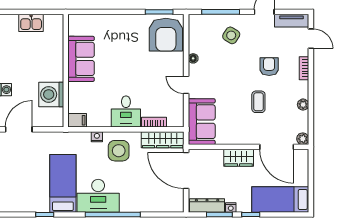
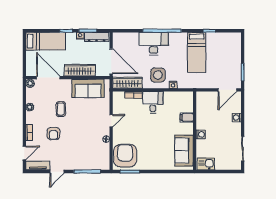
kitchen sink: (31, 23) -> (206, 164), moved
side table: (231, 35) -> (80, 155), removed
door: (311, 39) -> (24, 153), swing flipped
sofa: (81, 59) -> (184, 151), moved
door: (186, 85) -> (111, 121), hinge flipped
washing machine: (51, 94) -> (201, 134), moved, width x0.53, depth x0.53
filing cabinet: (77, 120) -> (187, 117), moved
sofa: (202, 122) -> (88, 88), moved, turned -90
wardrobe: (239, 158) -> (80, 70), width x1.50
desk: (98, 196) -> (154, 44), moved

